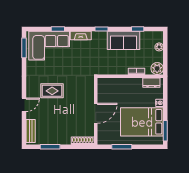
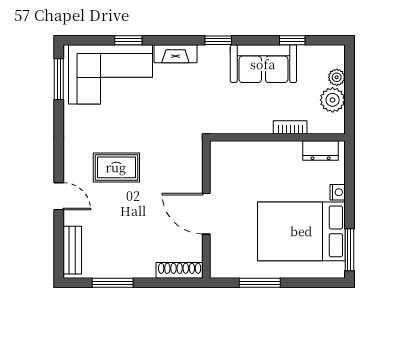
plant: (157, 69) -> (333, 100), moved
door: (24, 105) -> (59, 196), hinge flipped
door: (96, 113) -> (206, 214), swing flipped

